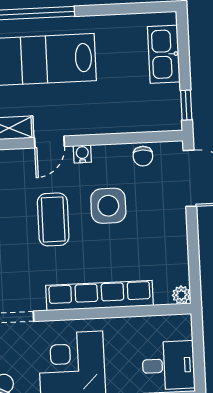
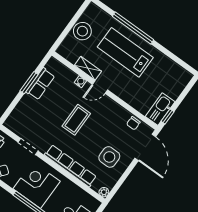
kitchen sink: (164, 54) -> (160, 109), moved
water cooler: (82, 154) -> (80, 82), moved
side table: (108, 206) -> (109, 157), moved

